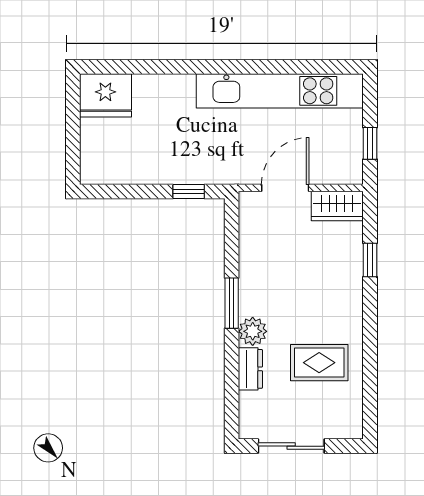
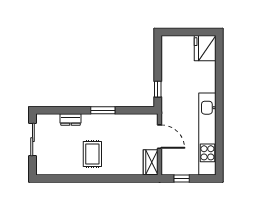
window: (370, 260) -> (124, 178), removed
plant: (253, 331) -> (89, 121), removed
rug: (319, 363) -> (92, 154), moved

